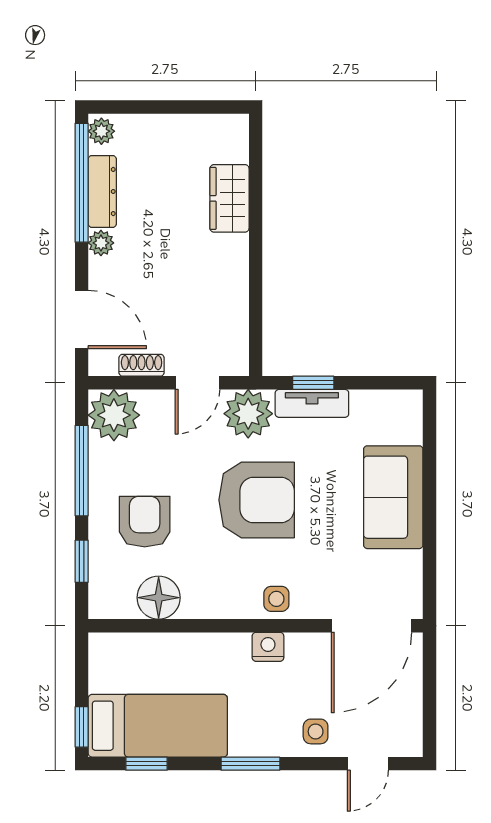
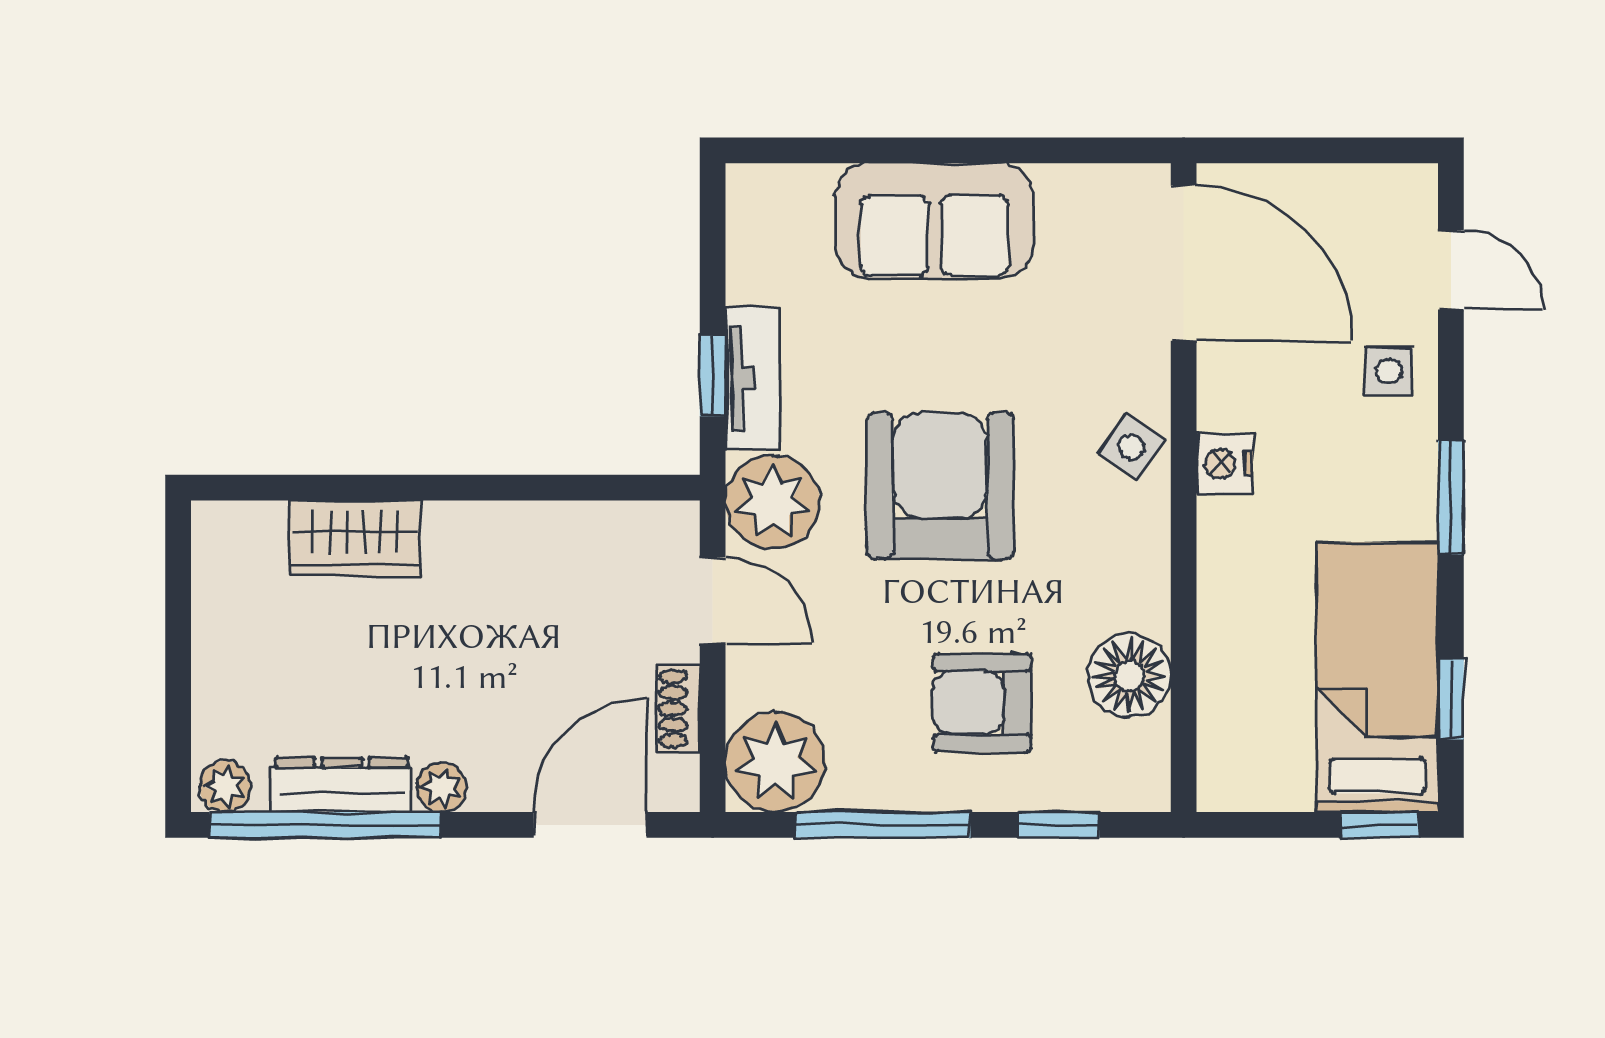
side table: (276, 599) -> (1132, 447), turned 34

